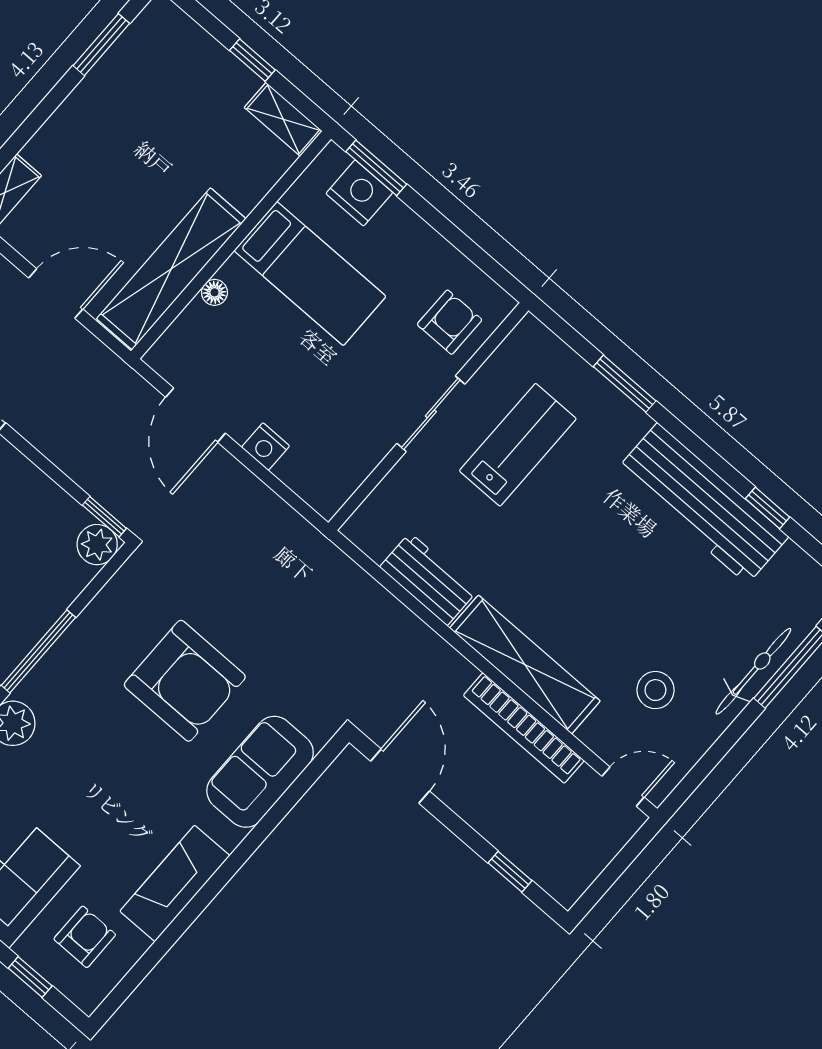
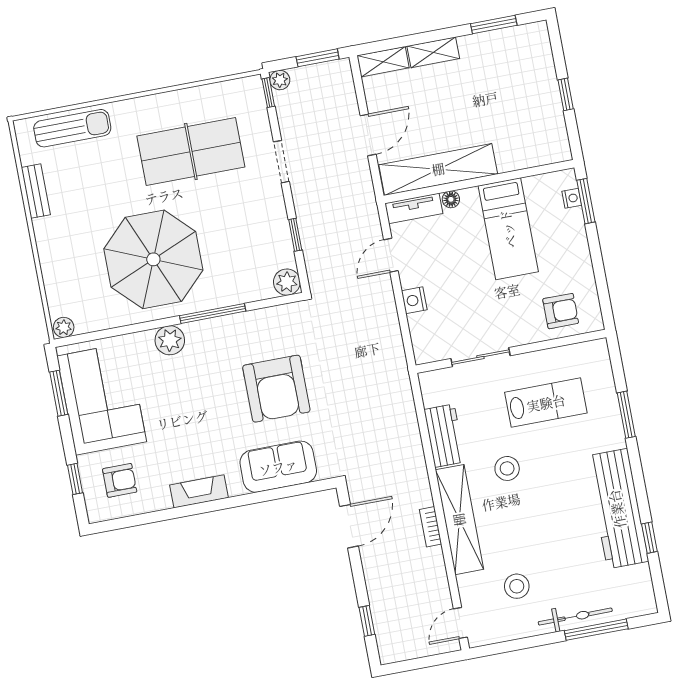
shelving: (283, 119) -> (433, 52), moved, turned 90
nightstand: (359, 193) -> (572, 198), width x0.53, depth x0.56
door: (56, 294) -> (368, 135), hinge flipped
tv unit: (179, 338) -> (414, 208), added
sliding door: (431, 414) -> (480, 357), moved
door: (196, 415) -> (391, 255), width x0.73
window: (104, 517) -> (295, 235), moved
stool: (534, 559) -> (507, 468), added
bookcase: (524, 728) -> (431, 527), width x0.43, depth x0.76
door: (623, 787) -> (460, 623), swing flipped
fireplace: (175, 883) -> (199, 491), width x0.73, depth x0.76

